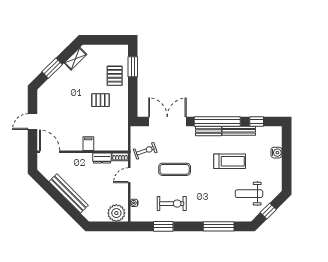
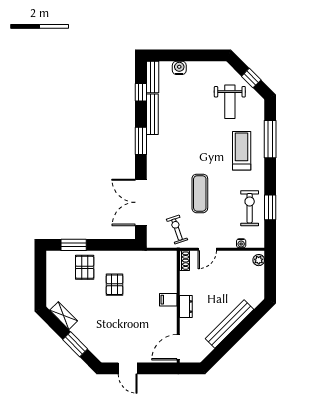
pallet: (115, 76) -> (85, 267), turned 90
window: (217, 121) -> (141, 141), width x0.47
door: (32, 122) -> (128, 368), moved
bench: (208, 131) -> (153, 77), moved
dresser: (102, 158) -> (186, 307), moved
treadmill: (230, 161) -> (242, 151), moved
door: (129, 175) -> (207, 249), hinge flipped
exercise bike: (172, 204) -> (250, 208), moved
plant: (116, 213) -> (259, 260), width x0.53, depth x0.53

